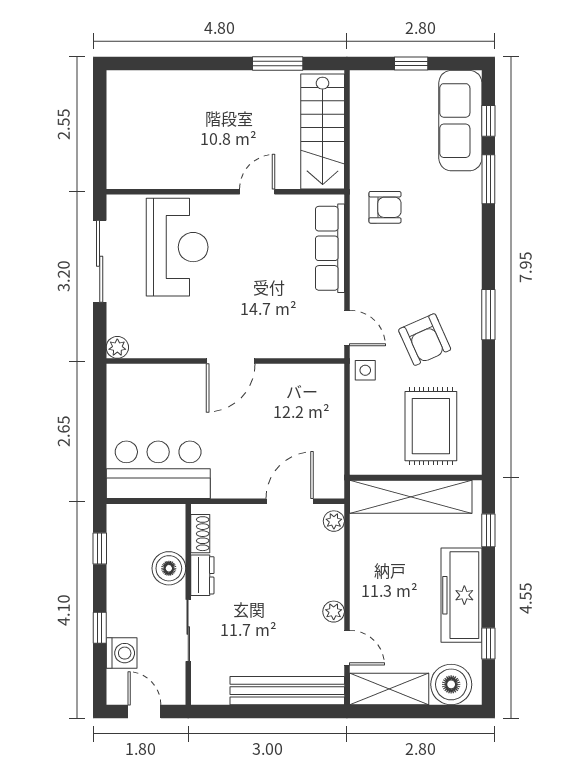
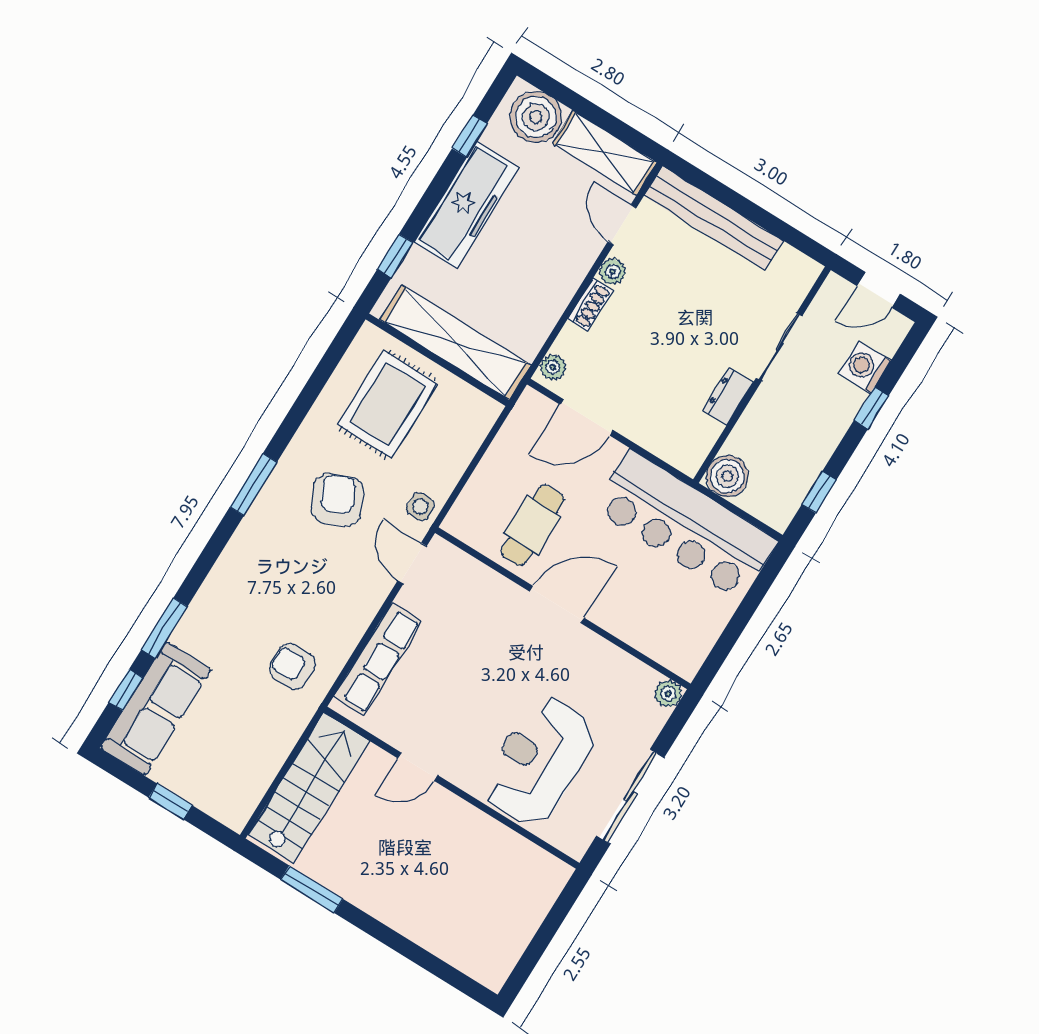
cafe table: (281, 405) -> (532, 525), added
bar counter: (158, 470) -> (685, 525), width x1.36
shoe rack: (200, 534) -> (590, 305), moved, turned 180
boiler: (169, 568) -> (727, 476), moved
door: (144, 711) -> (879, 290), hinge flipped

